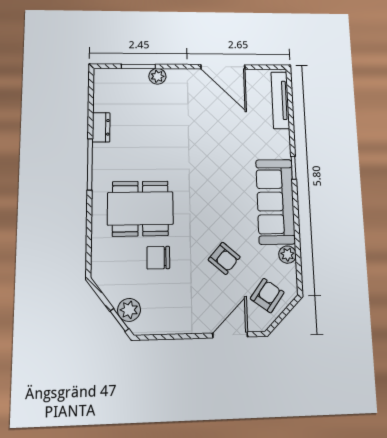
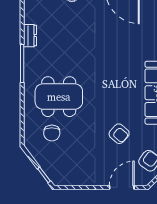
chair: (158, 258) -> (52, 133), moved, turned -90
plant: (129, 310) -> (51, 168), removed

